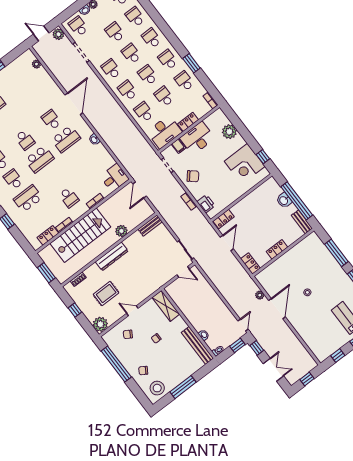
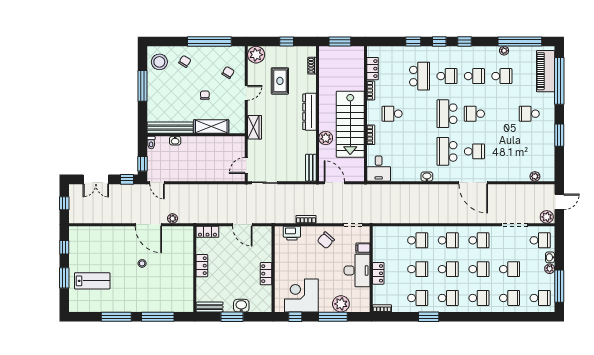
window: (243, 130) -> (333, 317), added
desk: (164, 132) -> (385, 245), removed
door: (140, 190) -> (334, 183), moved
window: (297, 201) -> (232, 317), width x0.47
locker: (224, 219) -> (266, 274), moved
stairs: (80, 235) -> (350, 124), moved
wardrobe: (152, 287) -> (255, 127), added
shelving: (166, 306) -> (211, 126), moved

